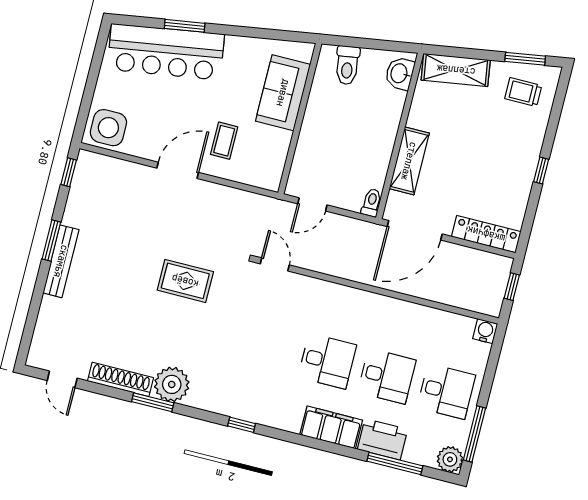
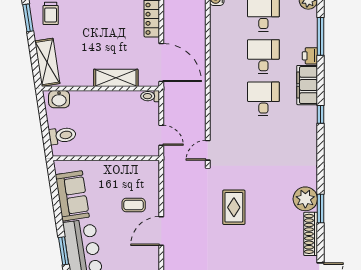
sofa: (283, 93) -> (72, 196), moved, turned -99
door: (178, 170) -> (161, 231), hinge flipped
window: (242, 425) -> (320, 114), moved
printer: (383, 439) -> (310, 56), width x0.53, depth x0.68

